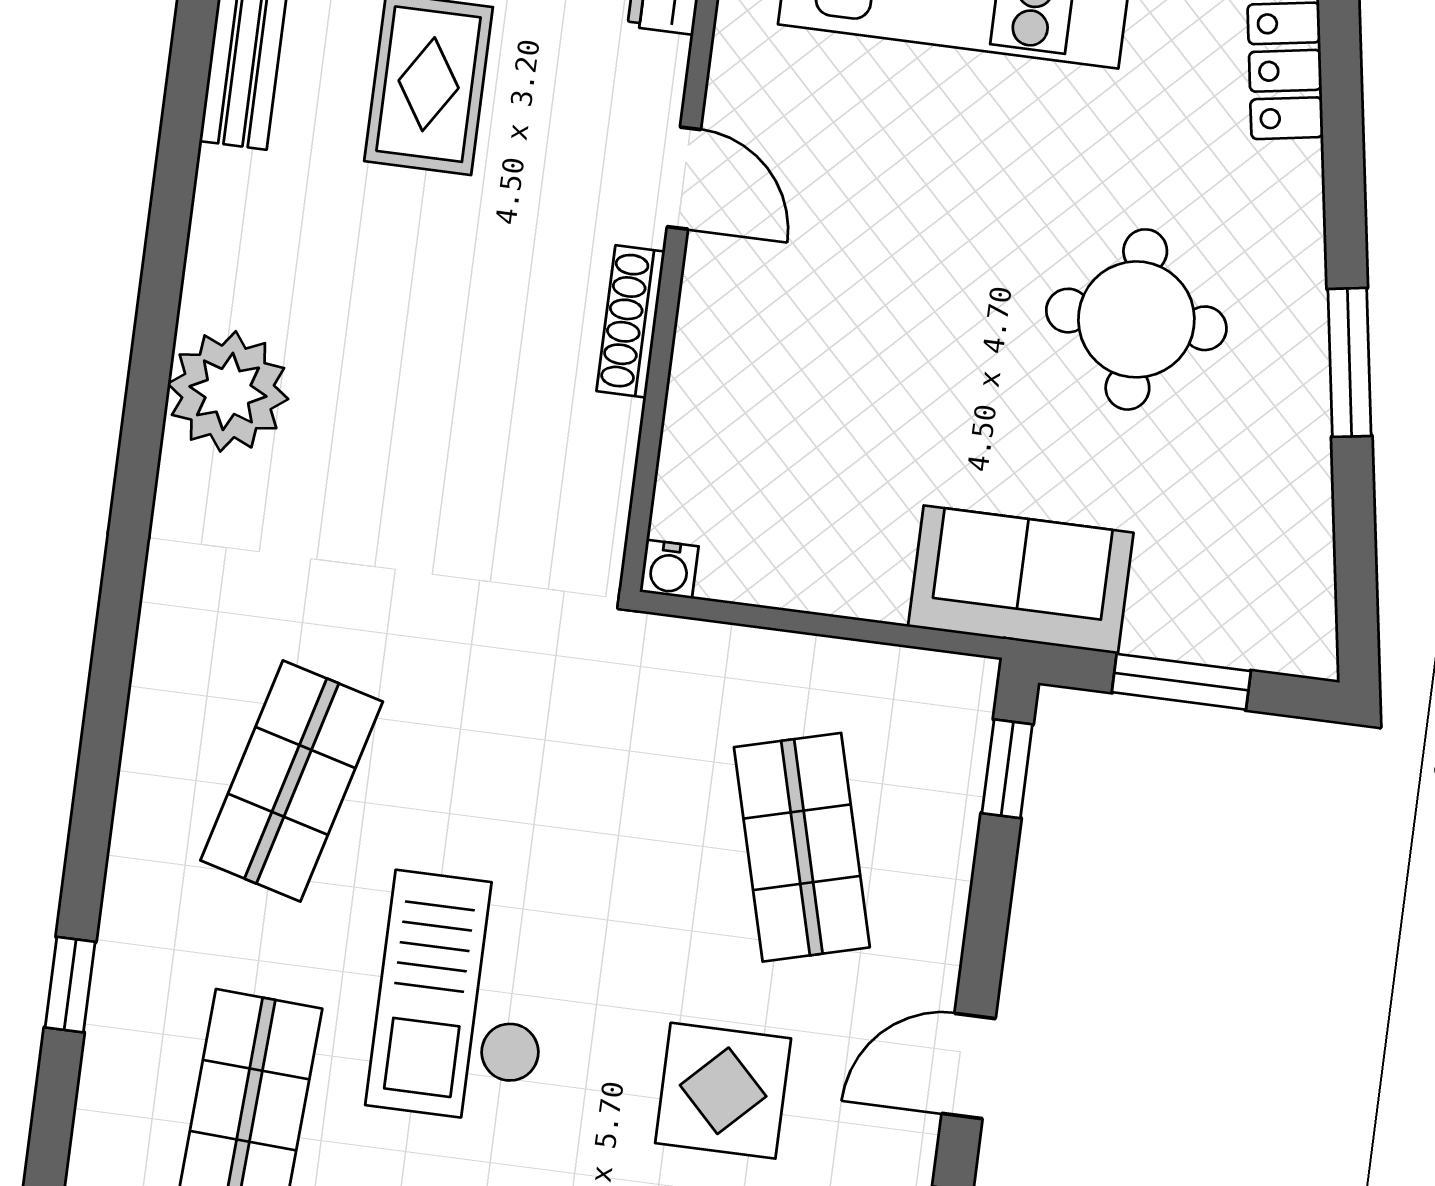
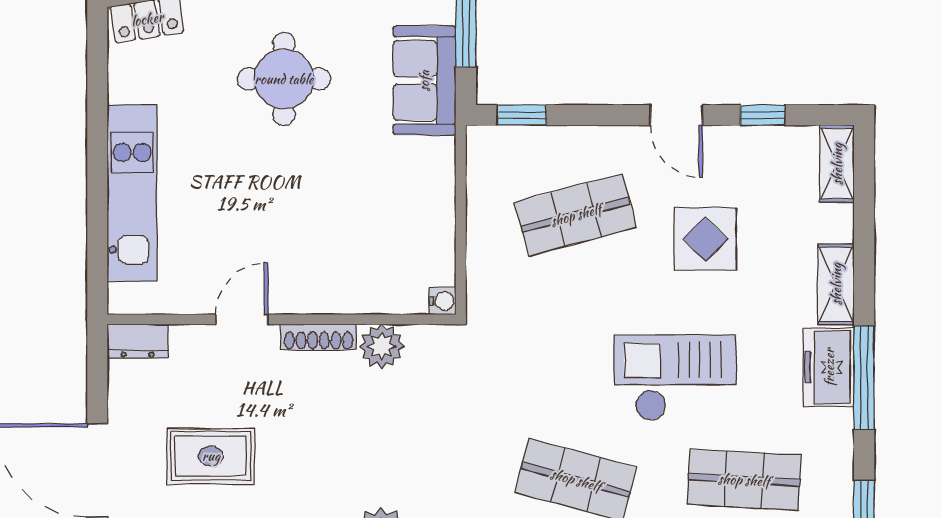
plant: (597, 441) -> (382, 346), added
sofa: (1021, 580) -> (424, 81), moved
checkout: (463, 998) -> (675, 378), turned 180

